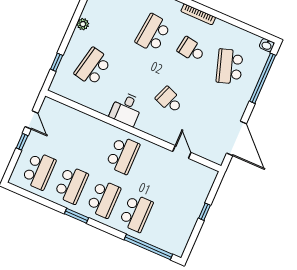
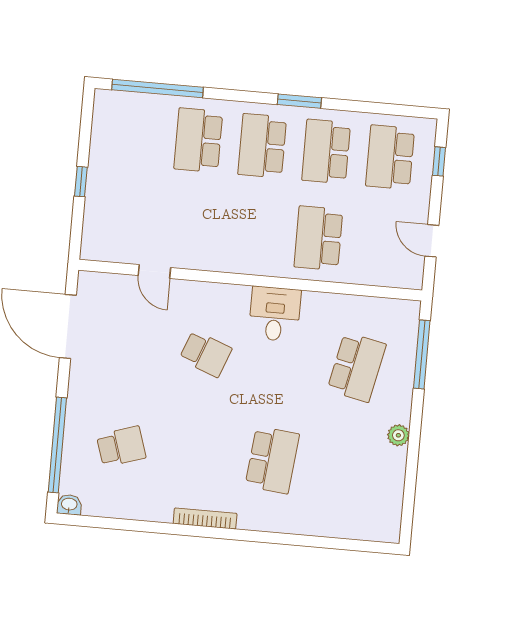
school desk: (191, 50) -> (197, 453), removed
window: (57, 62) -> (422, 354), width x2.17
school desk: (230, 66) -> (121, 447), width x0.54
window: (22, 142) -> (439, 161), moved
school desk: (123, 155) -> (318, 238), moved

